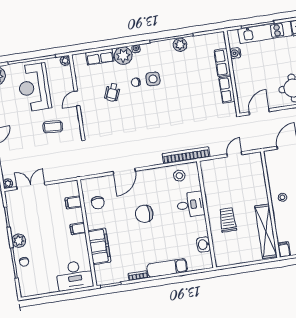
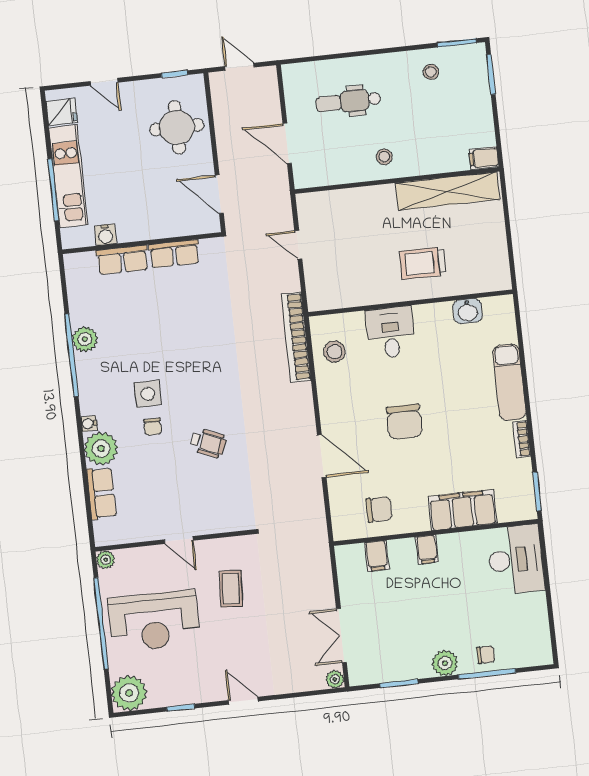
wheelchair: (112, 92) -> (208, 443), moved

